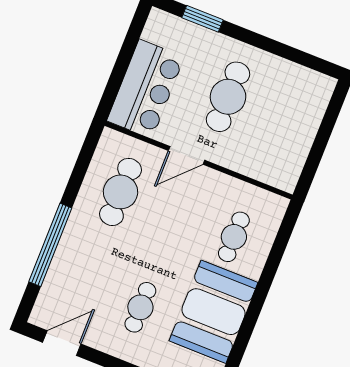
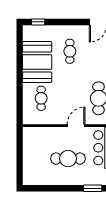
cafe table: (228, 97) -> (68, 159), turned 90

